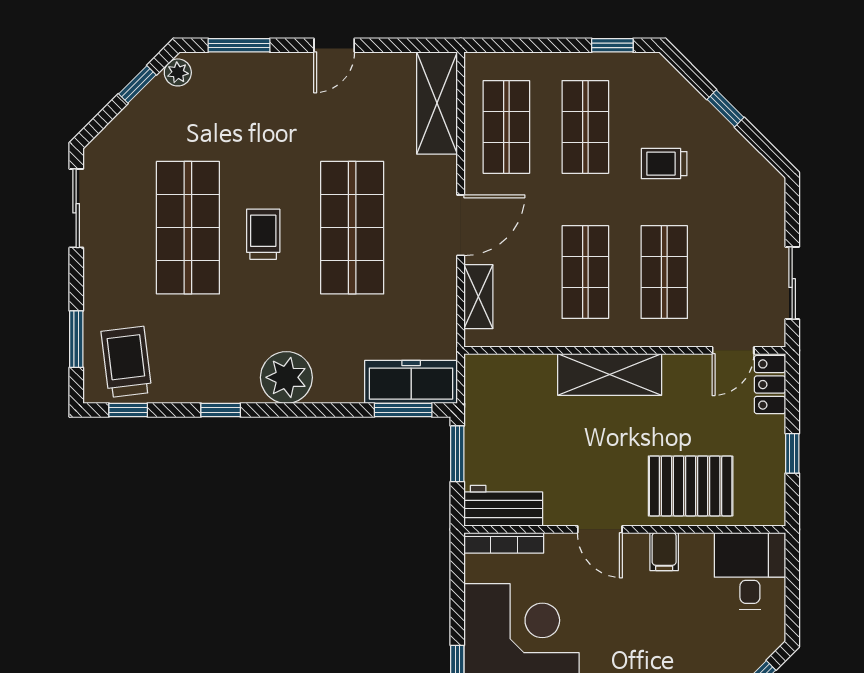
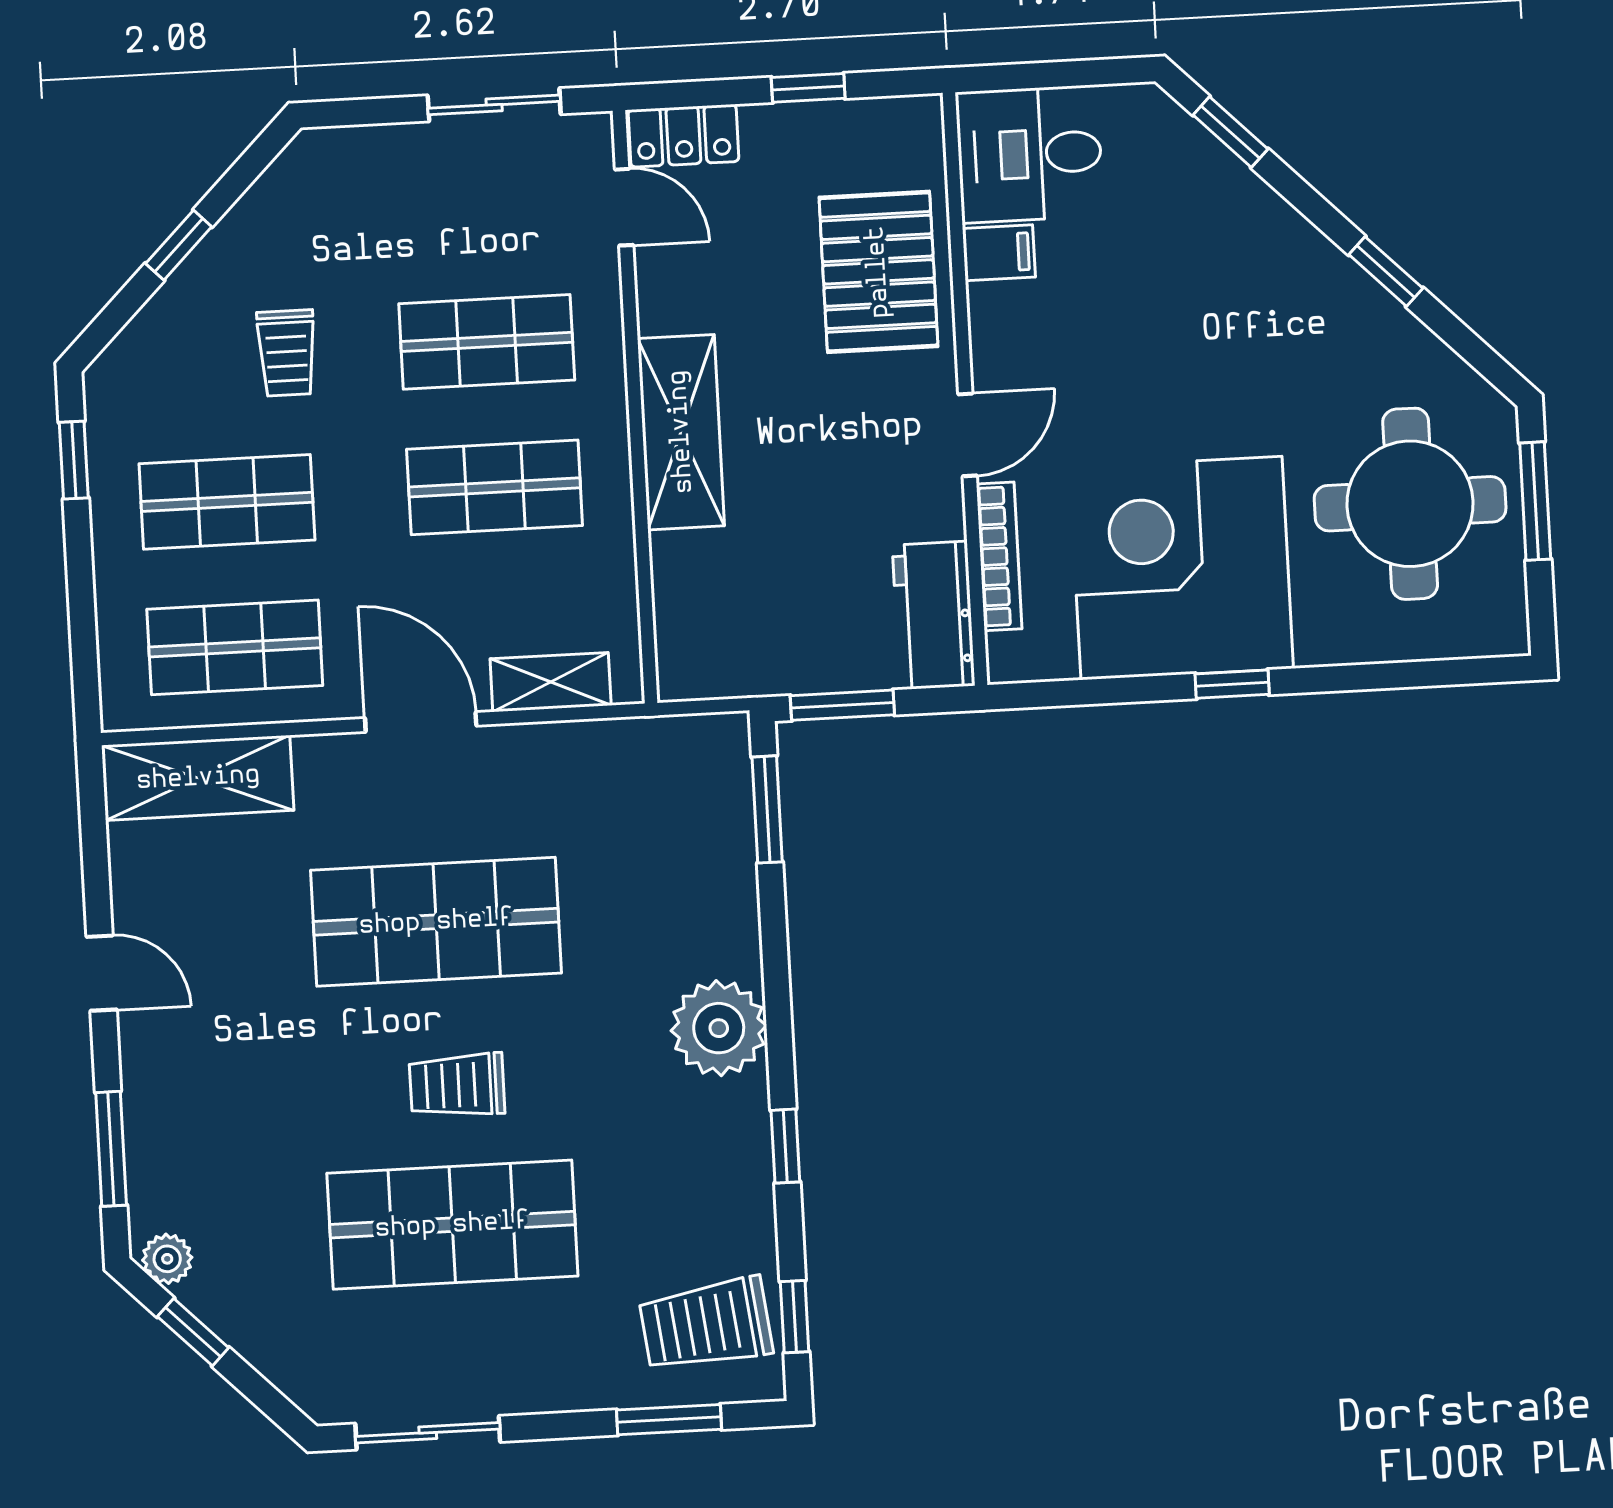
freezer: (411, 382) -> (714, 798), removed
bookcase: (504, 543) -> (999, 556), moved
filing cabinet: (664, 552) -> (999, 253), moved

